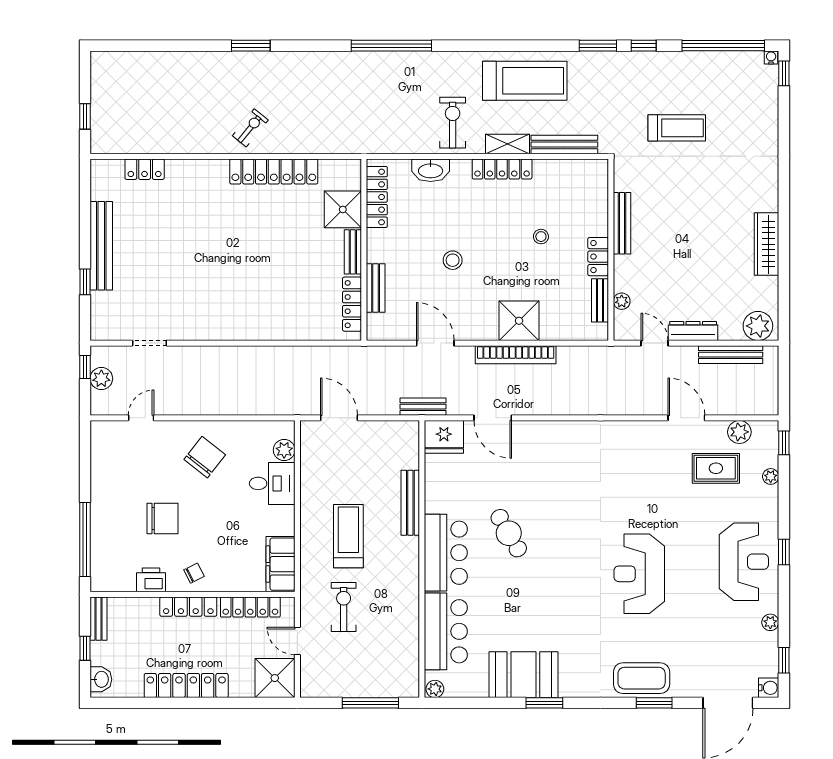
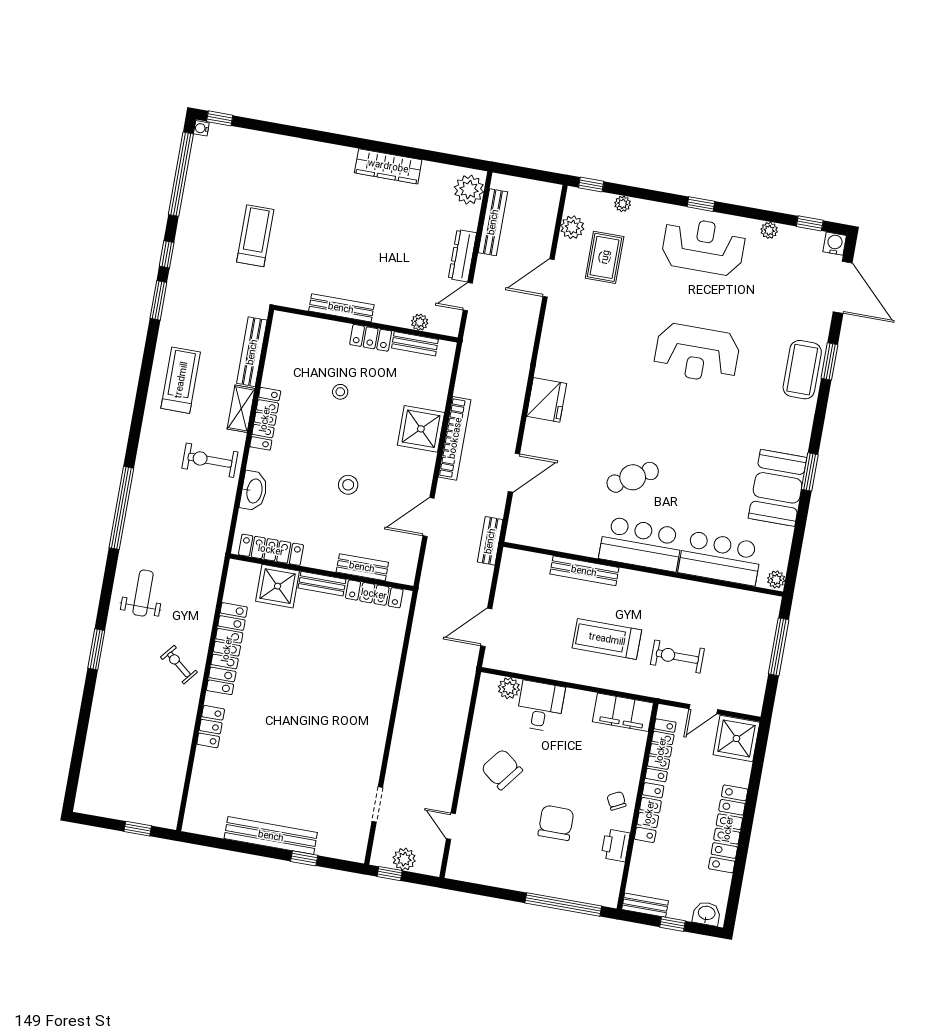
weight bench: (313, 81) -> (143, 593), added
treadmill: (525, 81) -> (181, 380), width x0.73, depth x0.73
locker: (145, 169) -> (211, 727), moved
fridge: (444, 437) -> (547, 400), moved

